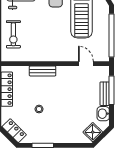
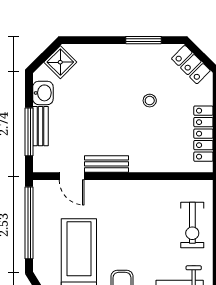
exercise bike: (13, 34) -> (192, 225), turned 180
bench: (43, 71) -> (106, 164), moved

